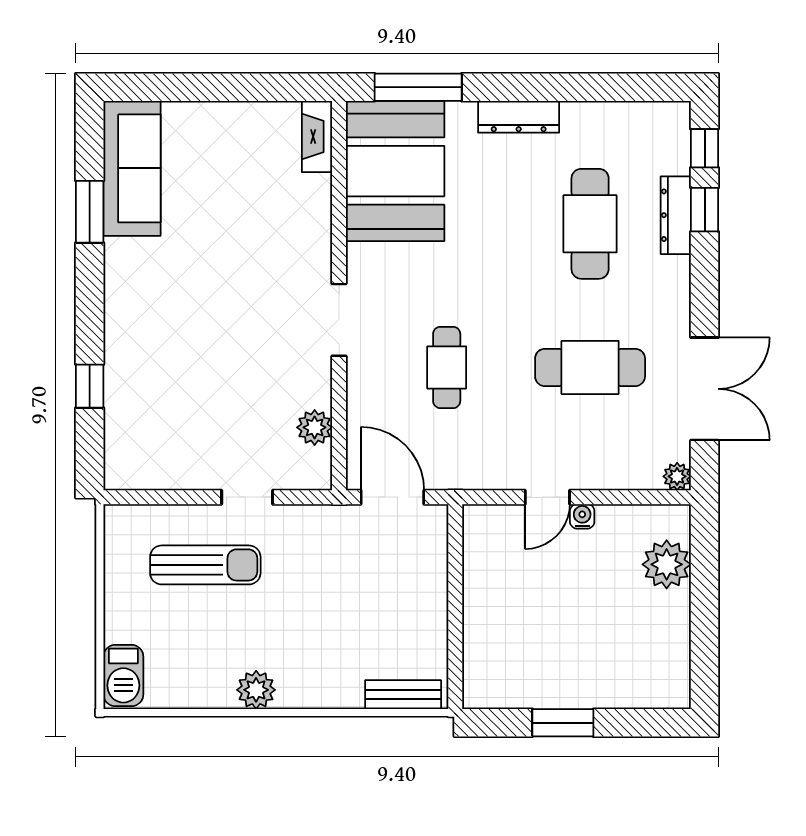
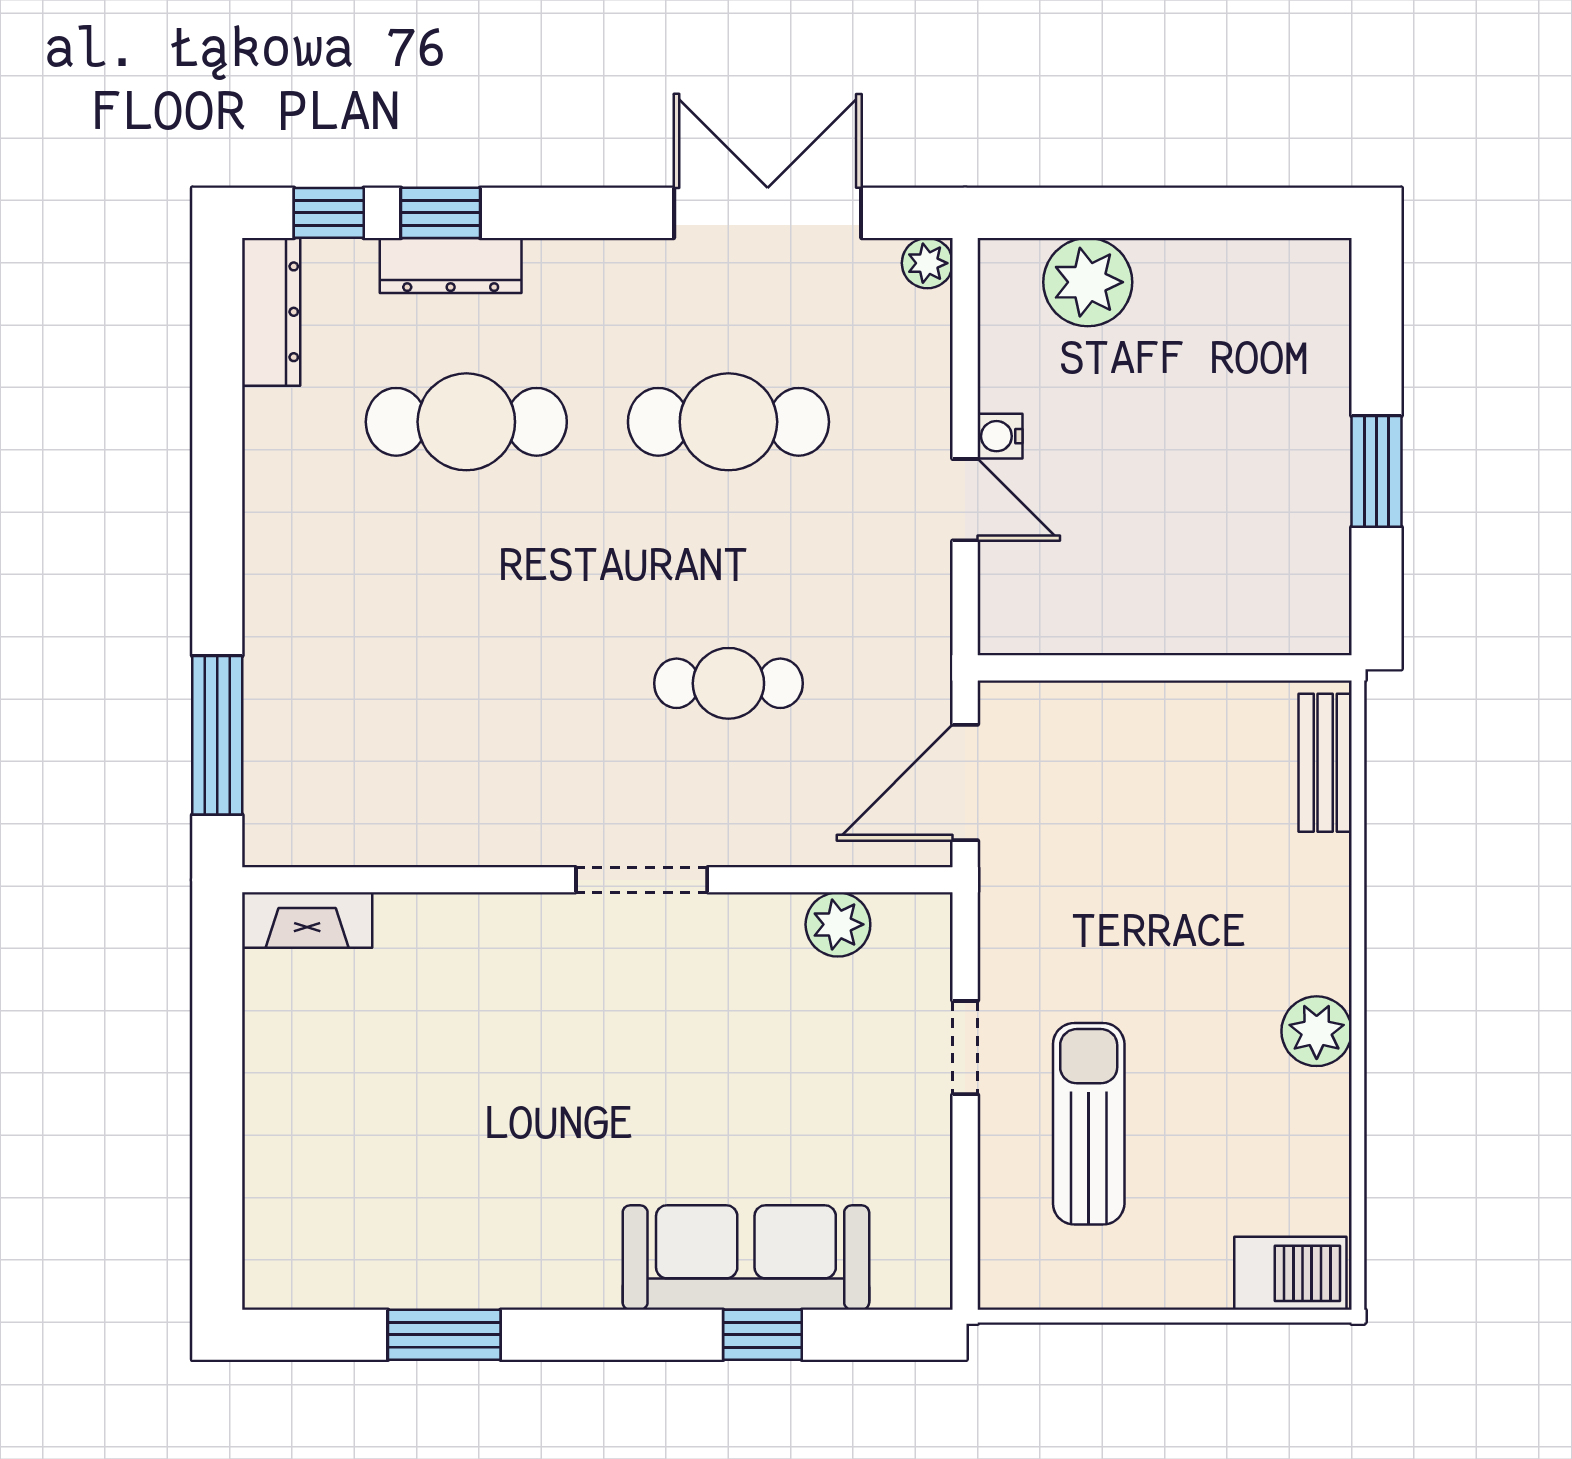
dresser: (519, 117) -> (271, 312), moved
sofa: (132, 168) -> (746, 1258), moved
booth: (395, 171) -> (370, 778), removed
cafe table: (590, 367) -> (728, 422), turned 90

